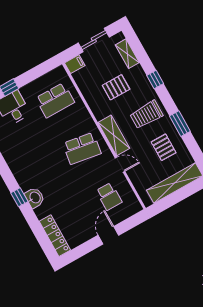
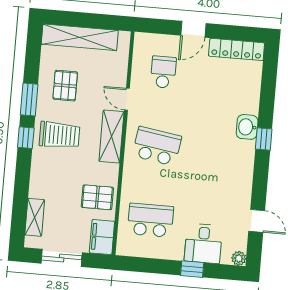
filing cabinet: (75, 64) -> (102, 237), width x2.00
window: (155, 80) -> (26, 138), moved
pallet: (116, 87) -> (97, 197), moved
locker: (55, 236) -> (237, 49), moved, turned -90

